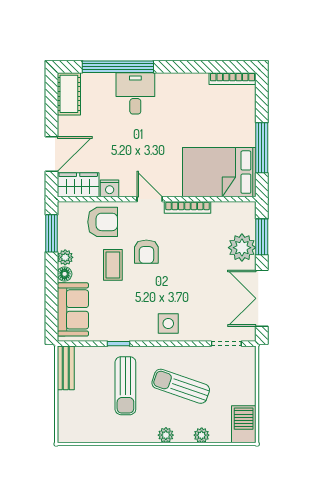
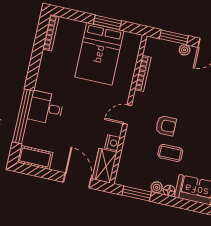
window: (262, 148) -> (107, 22), width x0.69
bed: (219, 172) -> (99, 54), moved
bookcase: (188, 207) -> (143, 73), moved
armchair: (103, 222) -> (136, 153), removed
plant: (242, 248) -> (185, 50), width x0.53, depth x0.53

